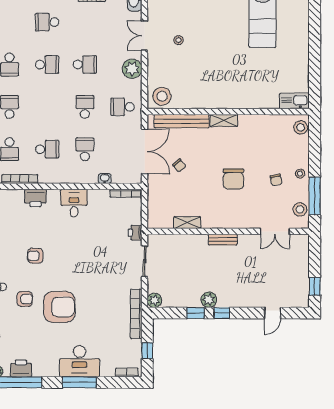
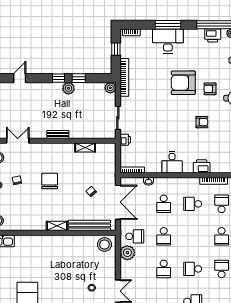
school desk: (85, 65) -> (164, 269), turned -90
plant: (132, 69) -> (127, 253), moved
double door: (144, 151) -> (118, 202), swing flipped

